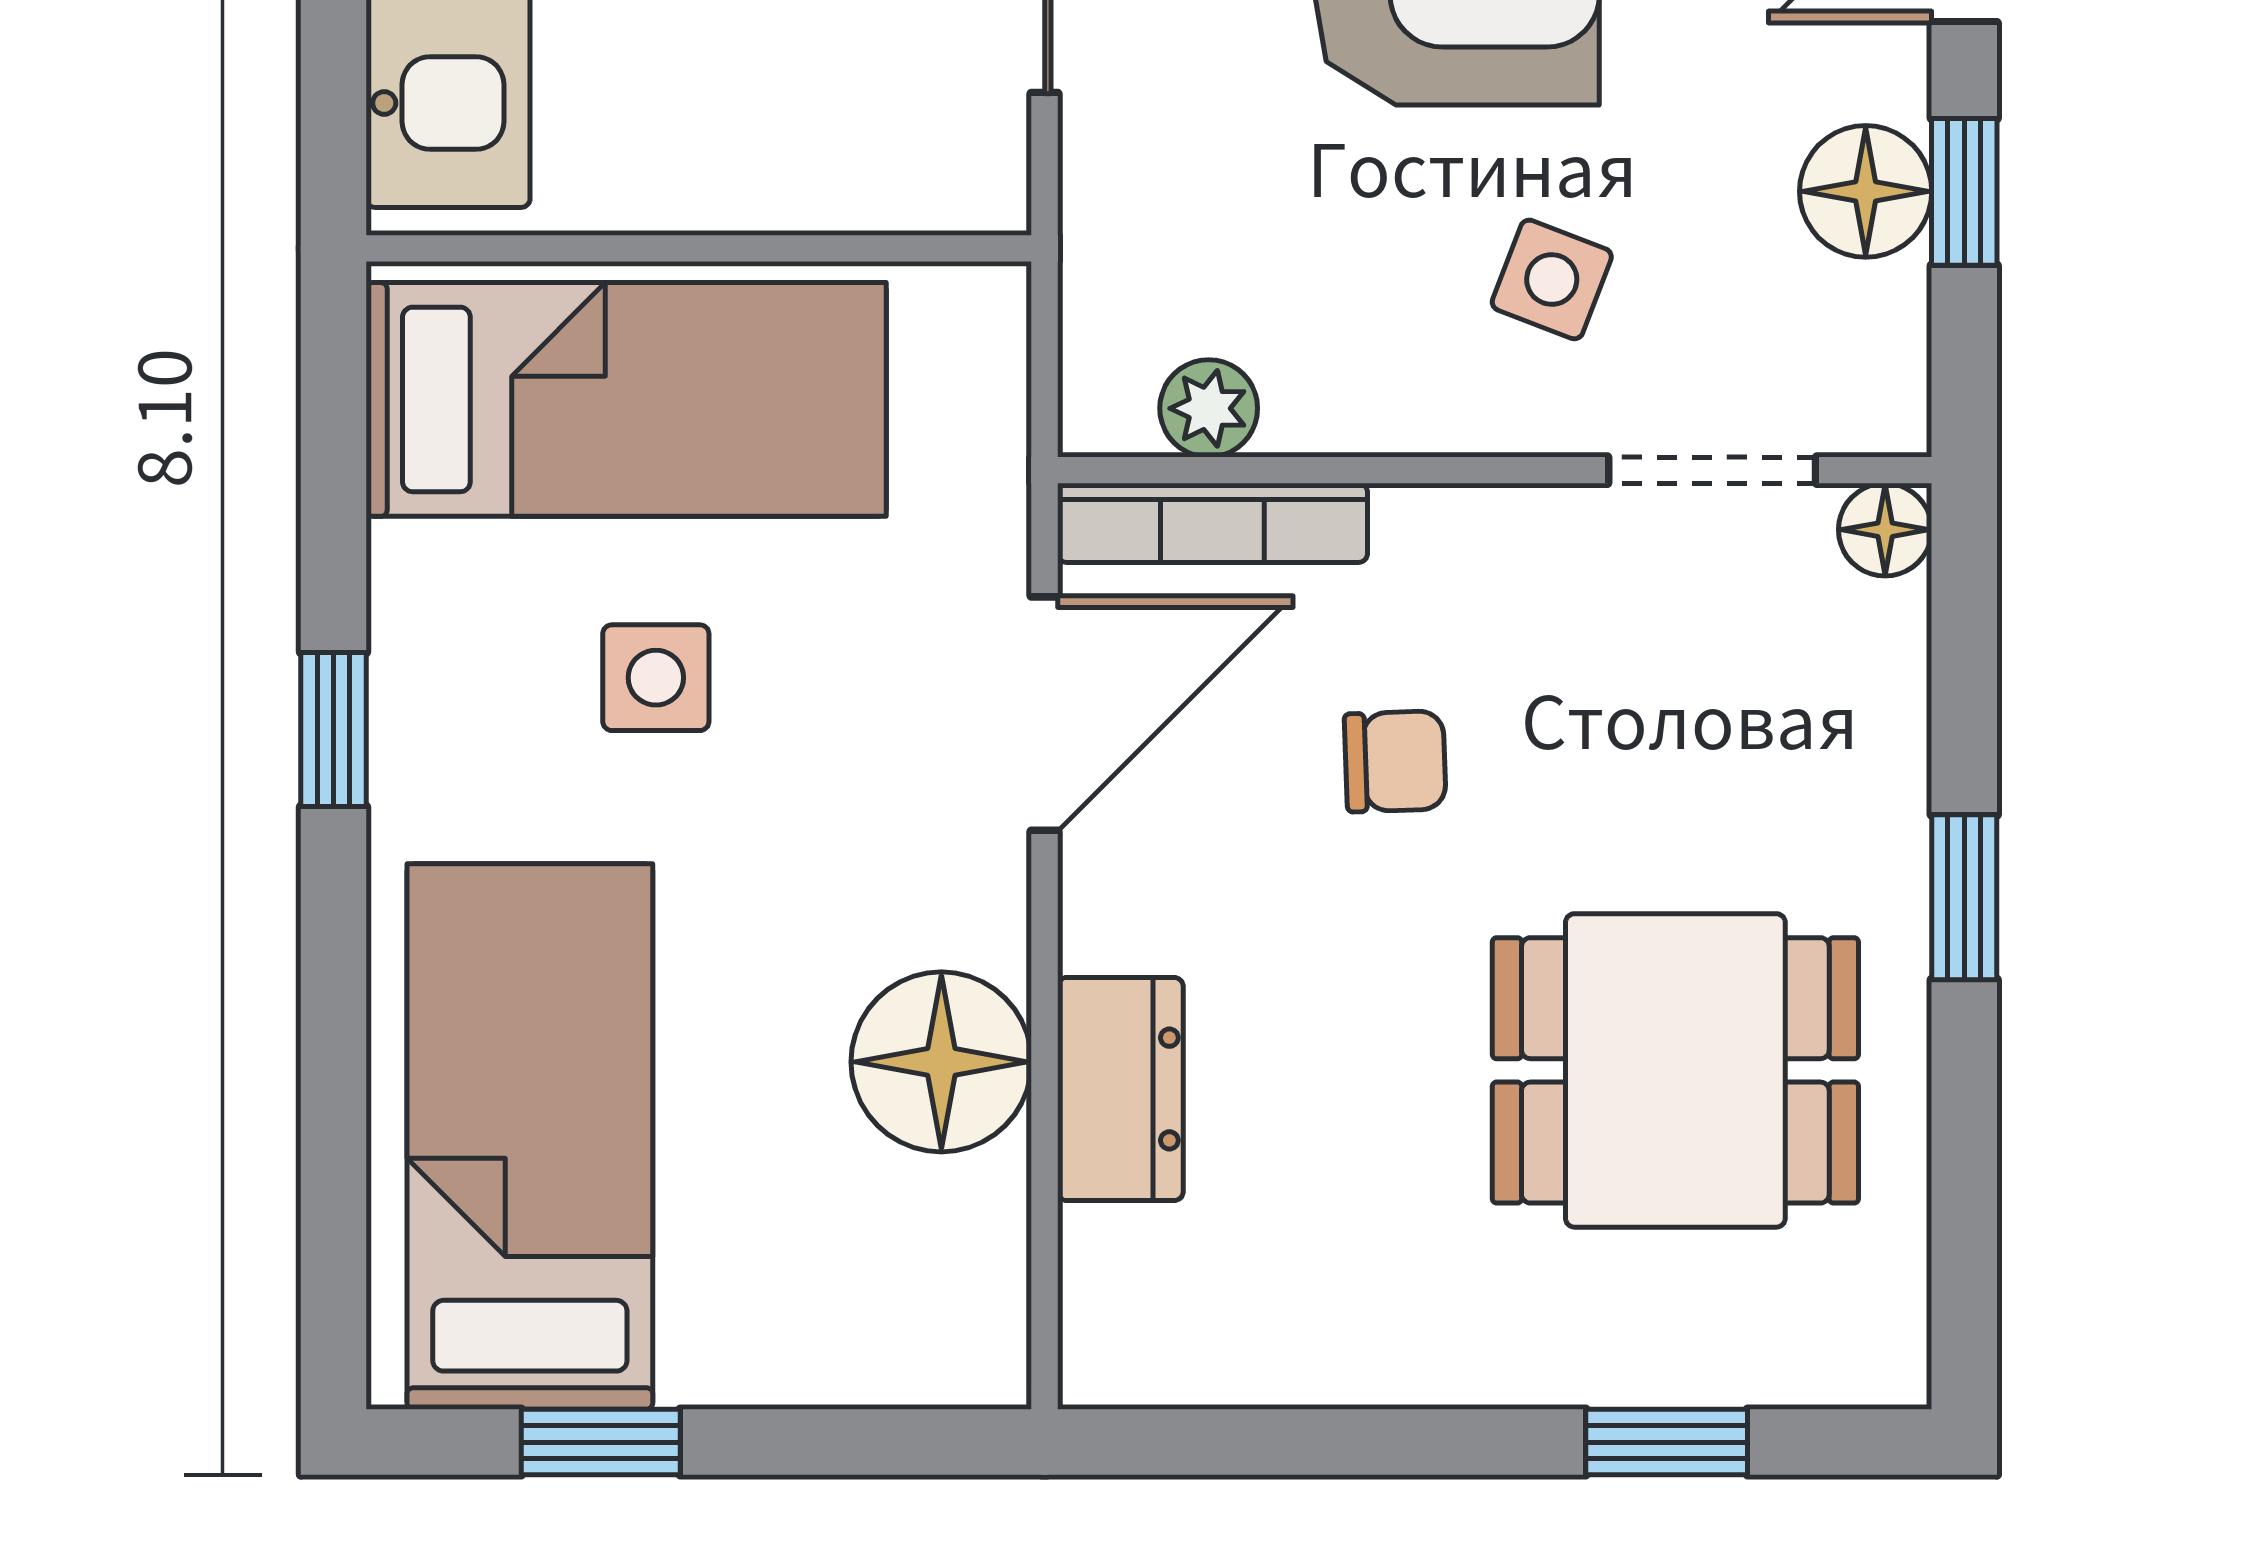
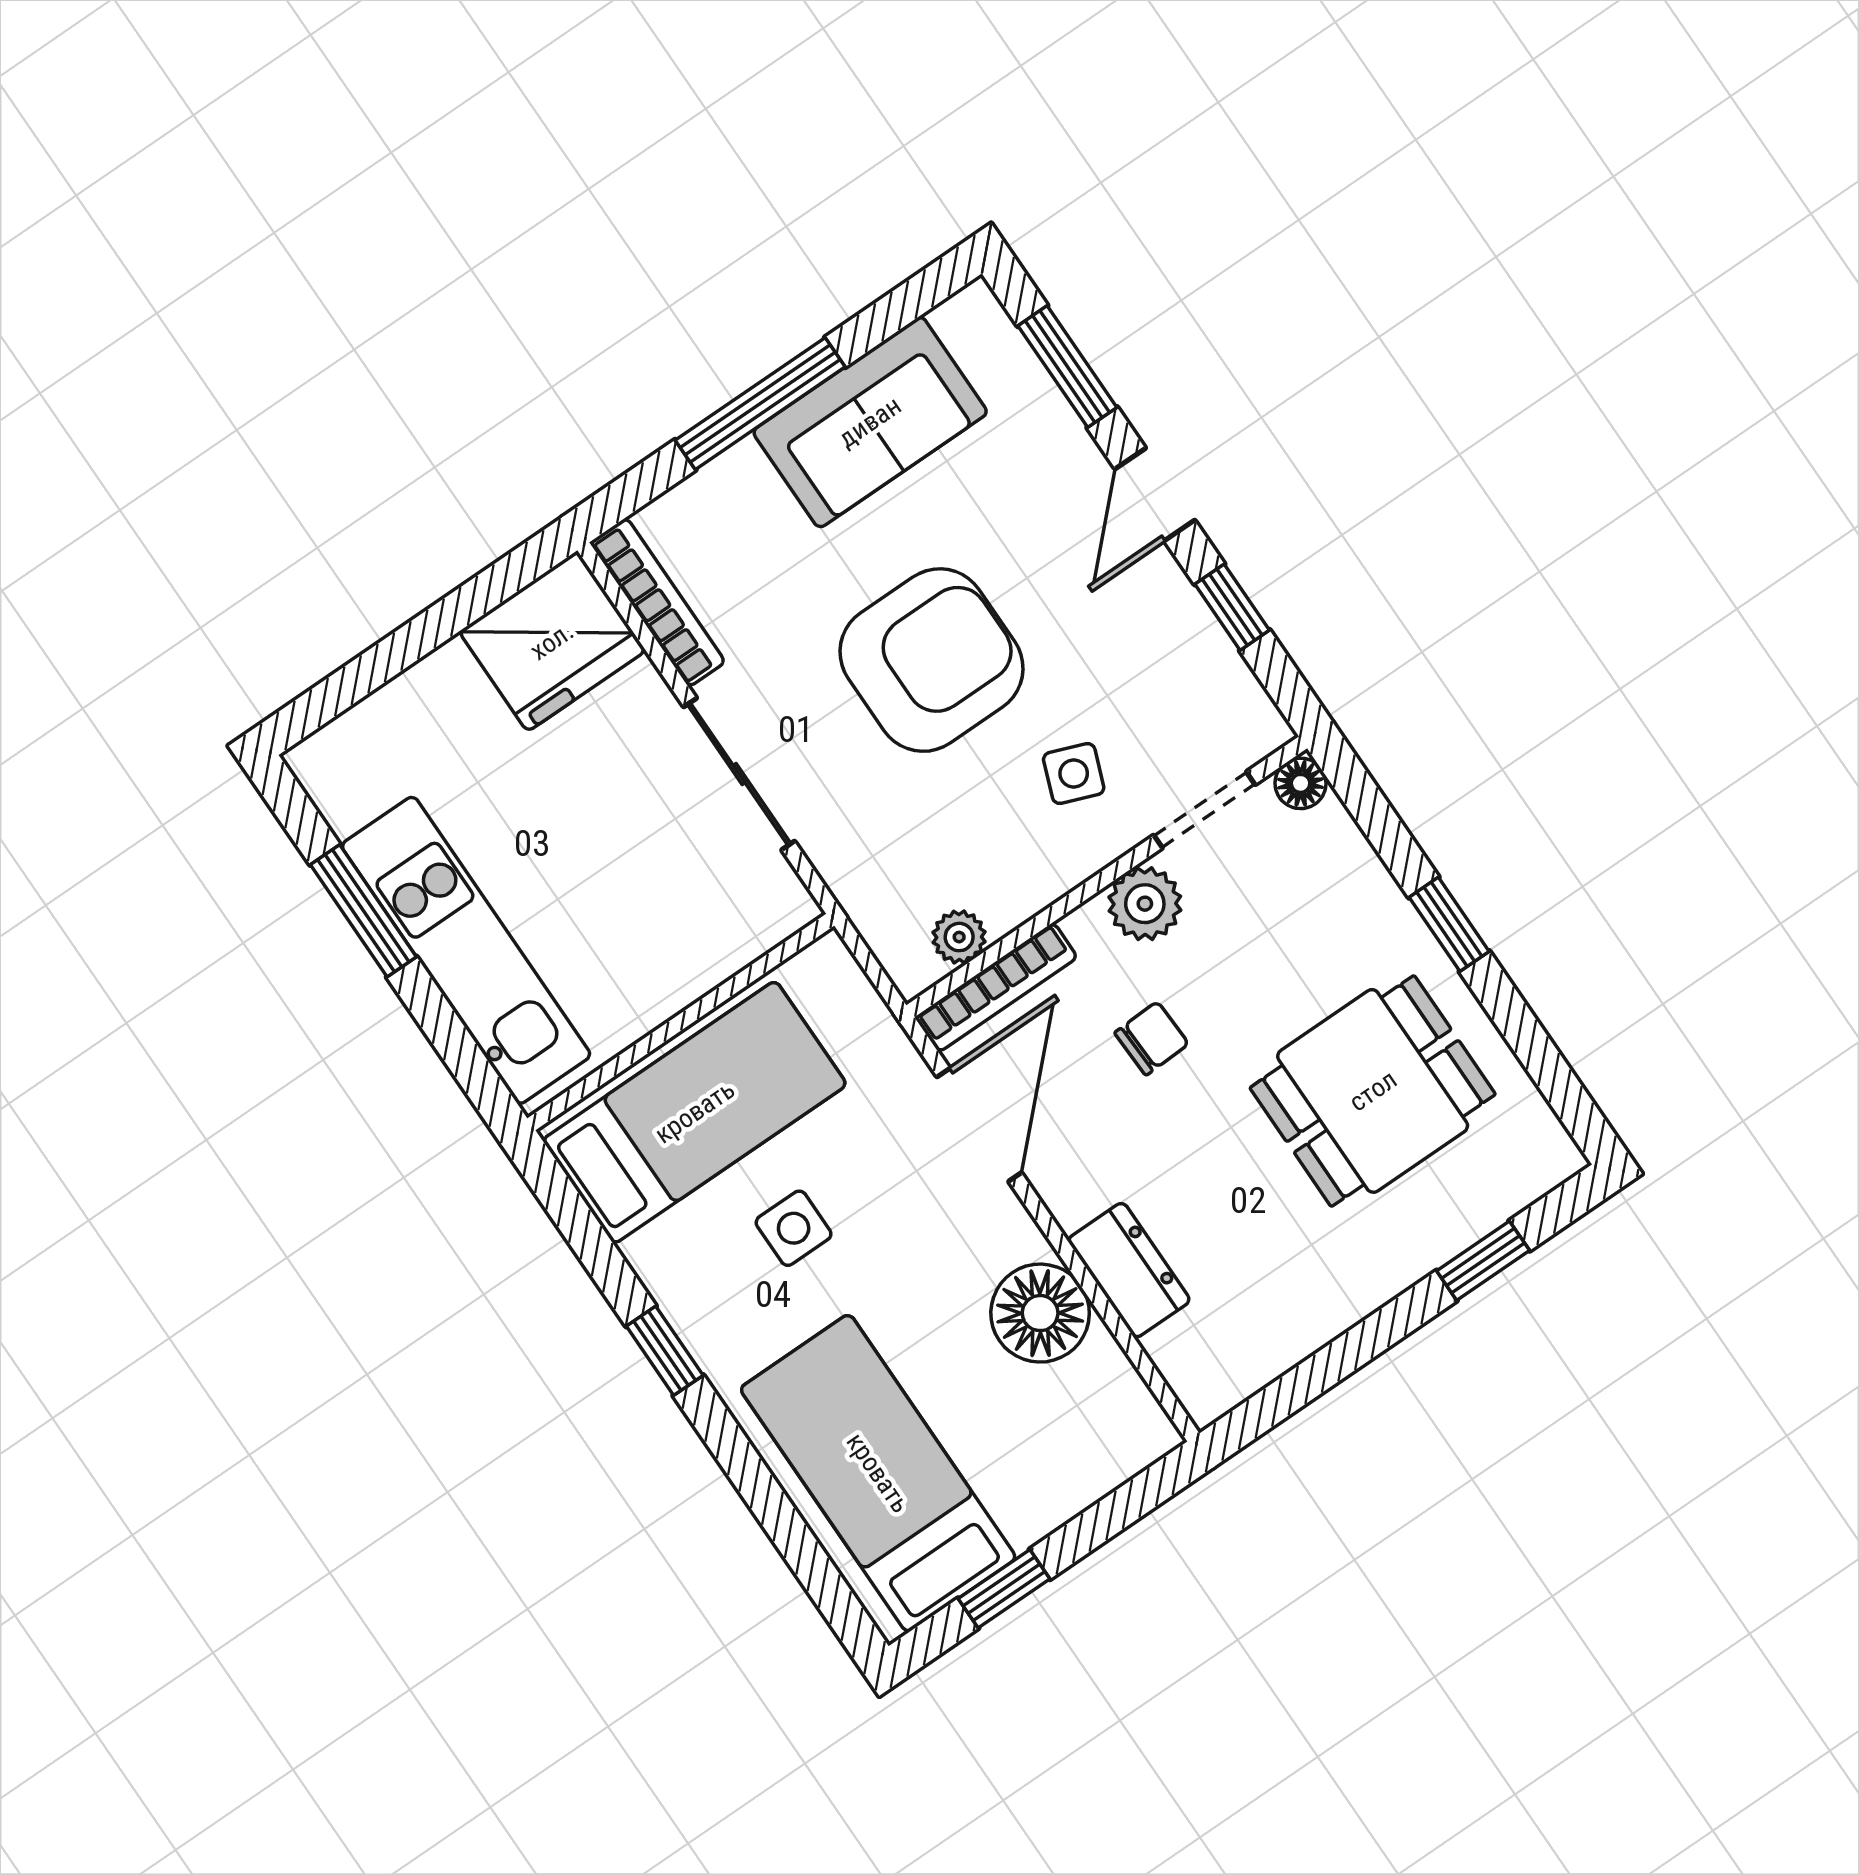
floor lamp: (1866, 191) -> (1188, 637), removed
plant: (1525, 550) -> (1145, 904), added

